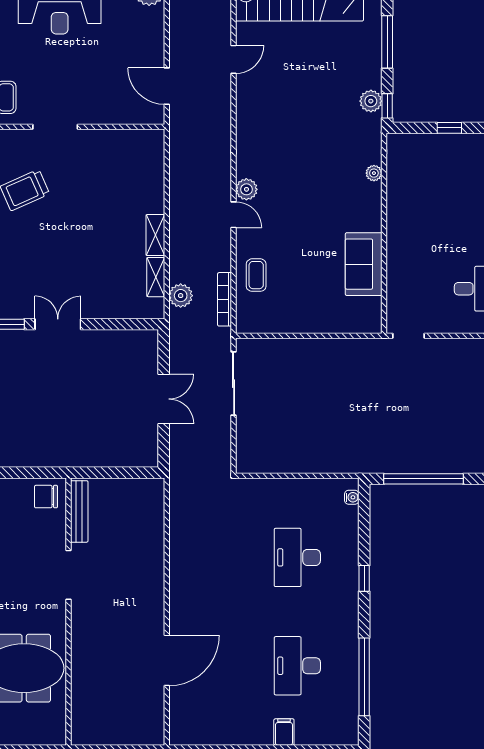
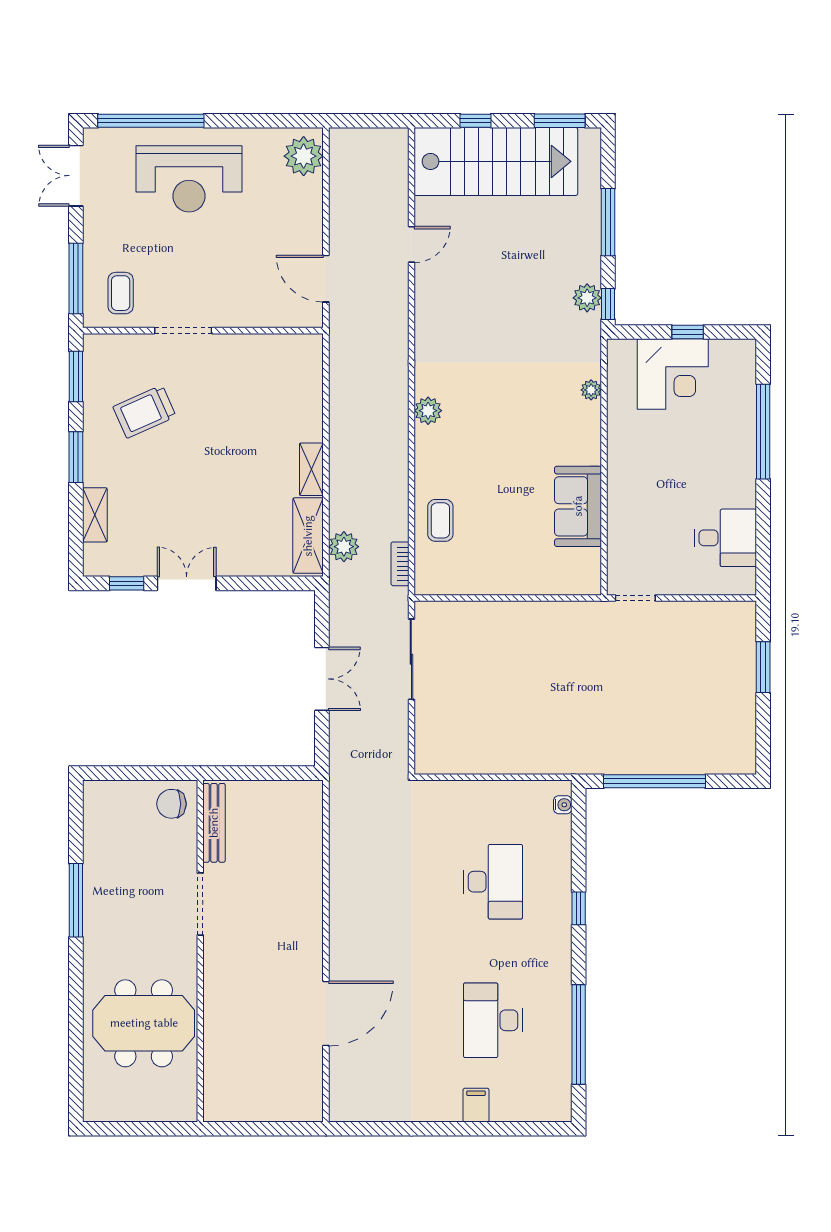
corner desk: (438, 161) -> (673, 374), added
door: (234, 215) -> (411, 443), removed
shelving: (156, 277) -> (308, 536), width x1.50, depth x1.33
bookcase: (225, 299) -> (400, 564), width x0.64
desk: (297, 557) -> (493, 882), turned 180

